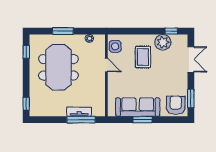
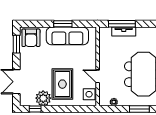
rug: (143, 57) -> (62, 84), width x1.36, depth x1.43

